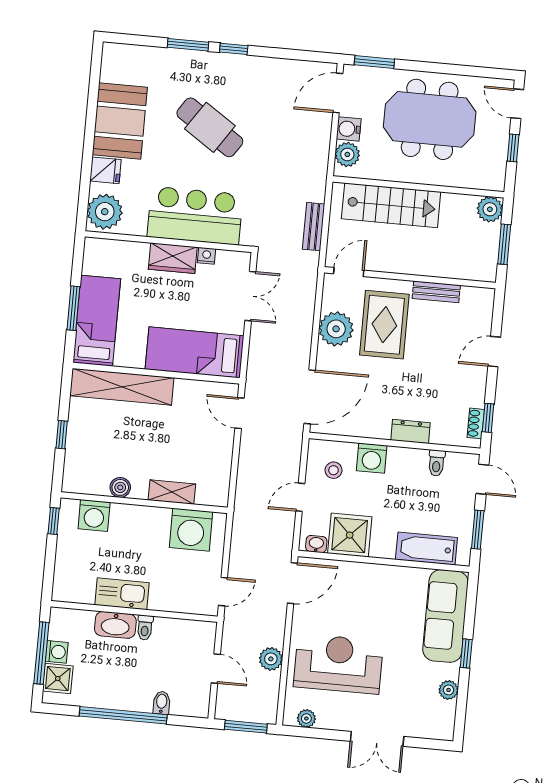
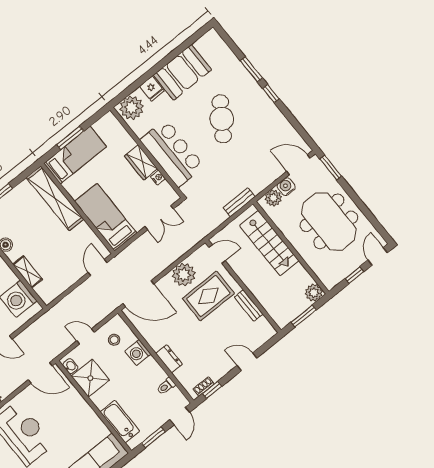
bench: (314, 227) -> (239, 202), moved

